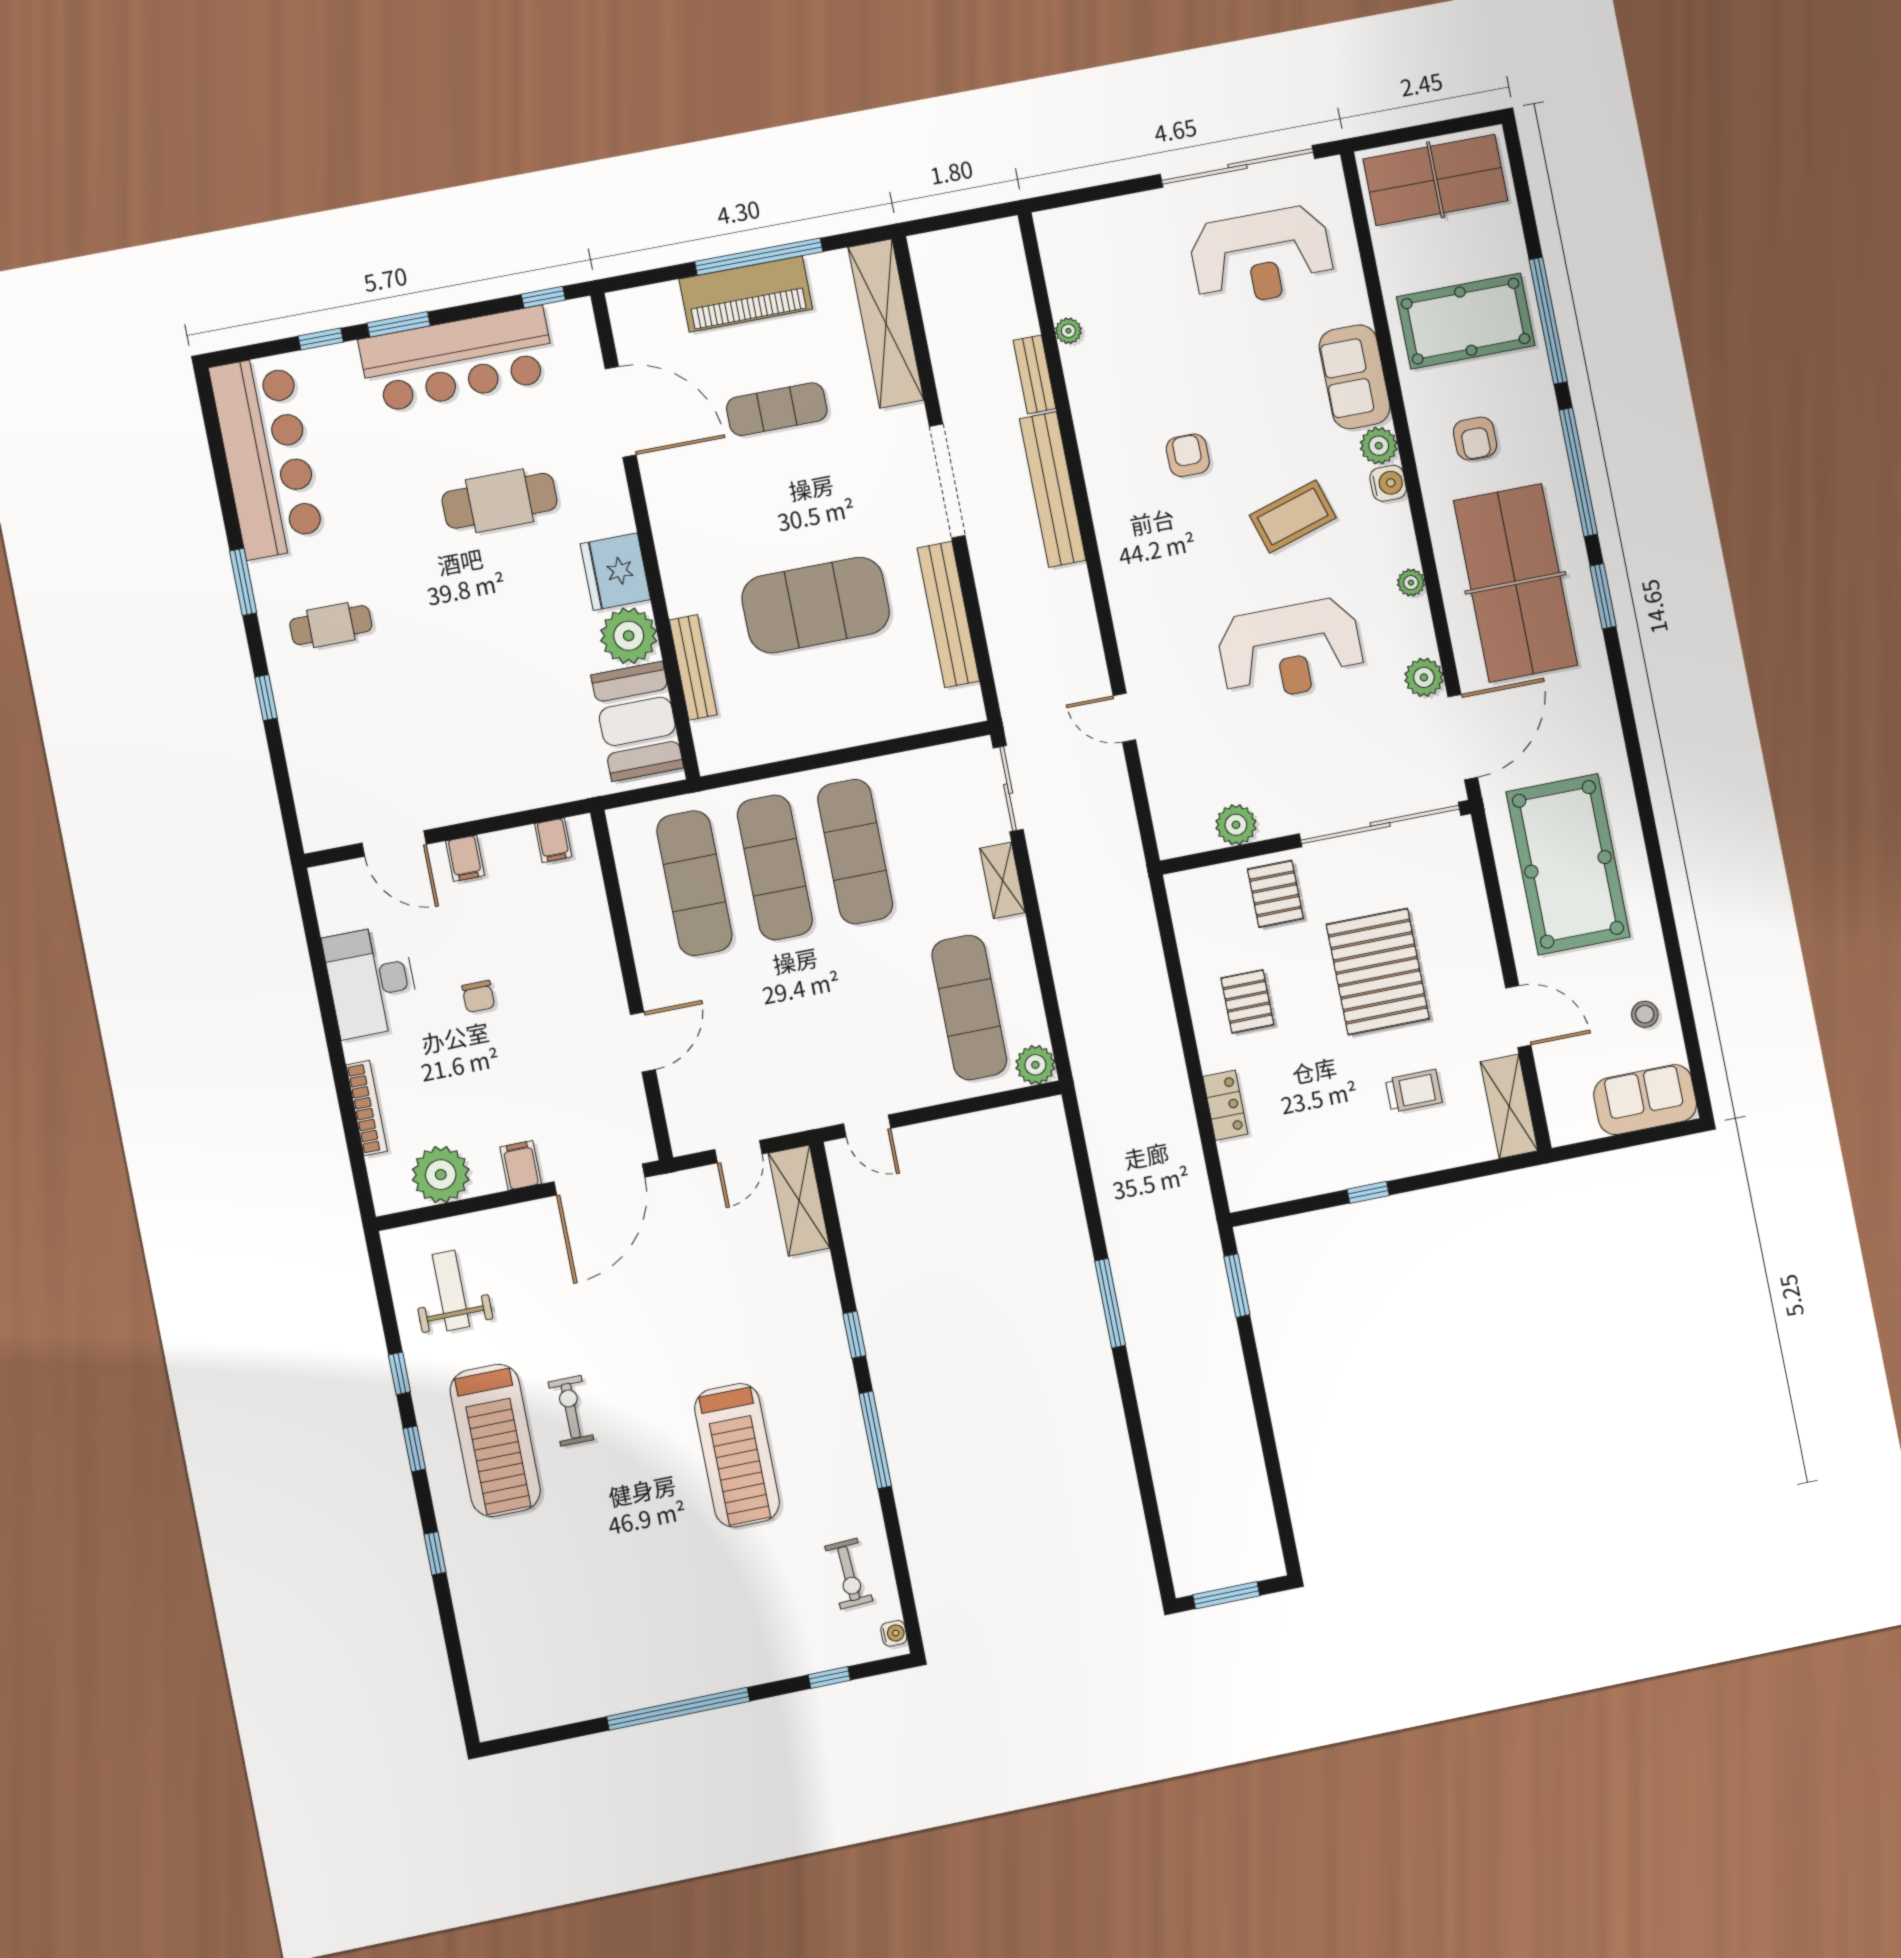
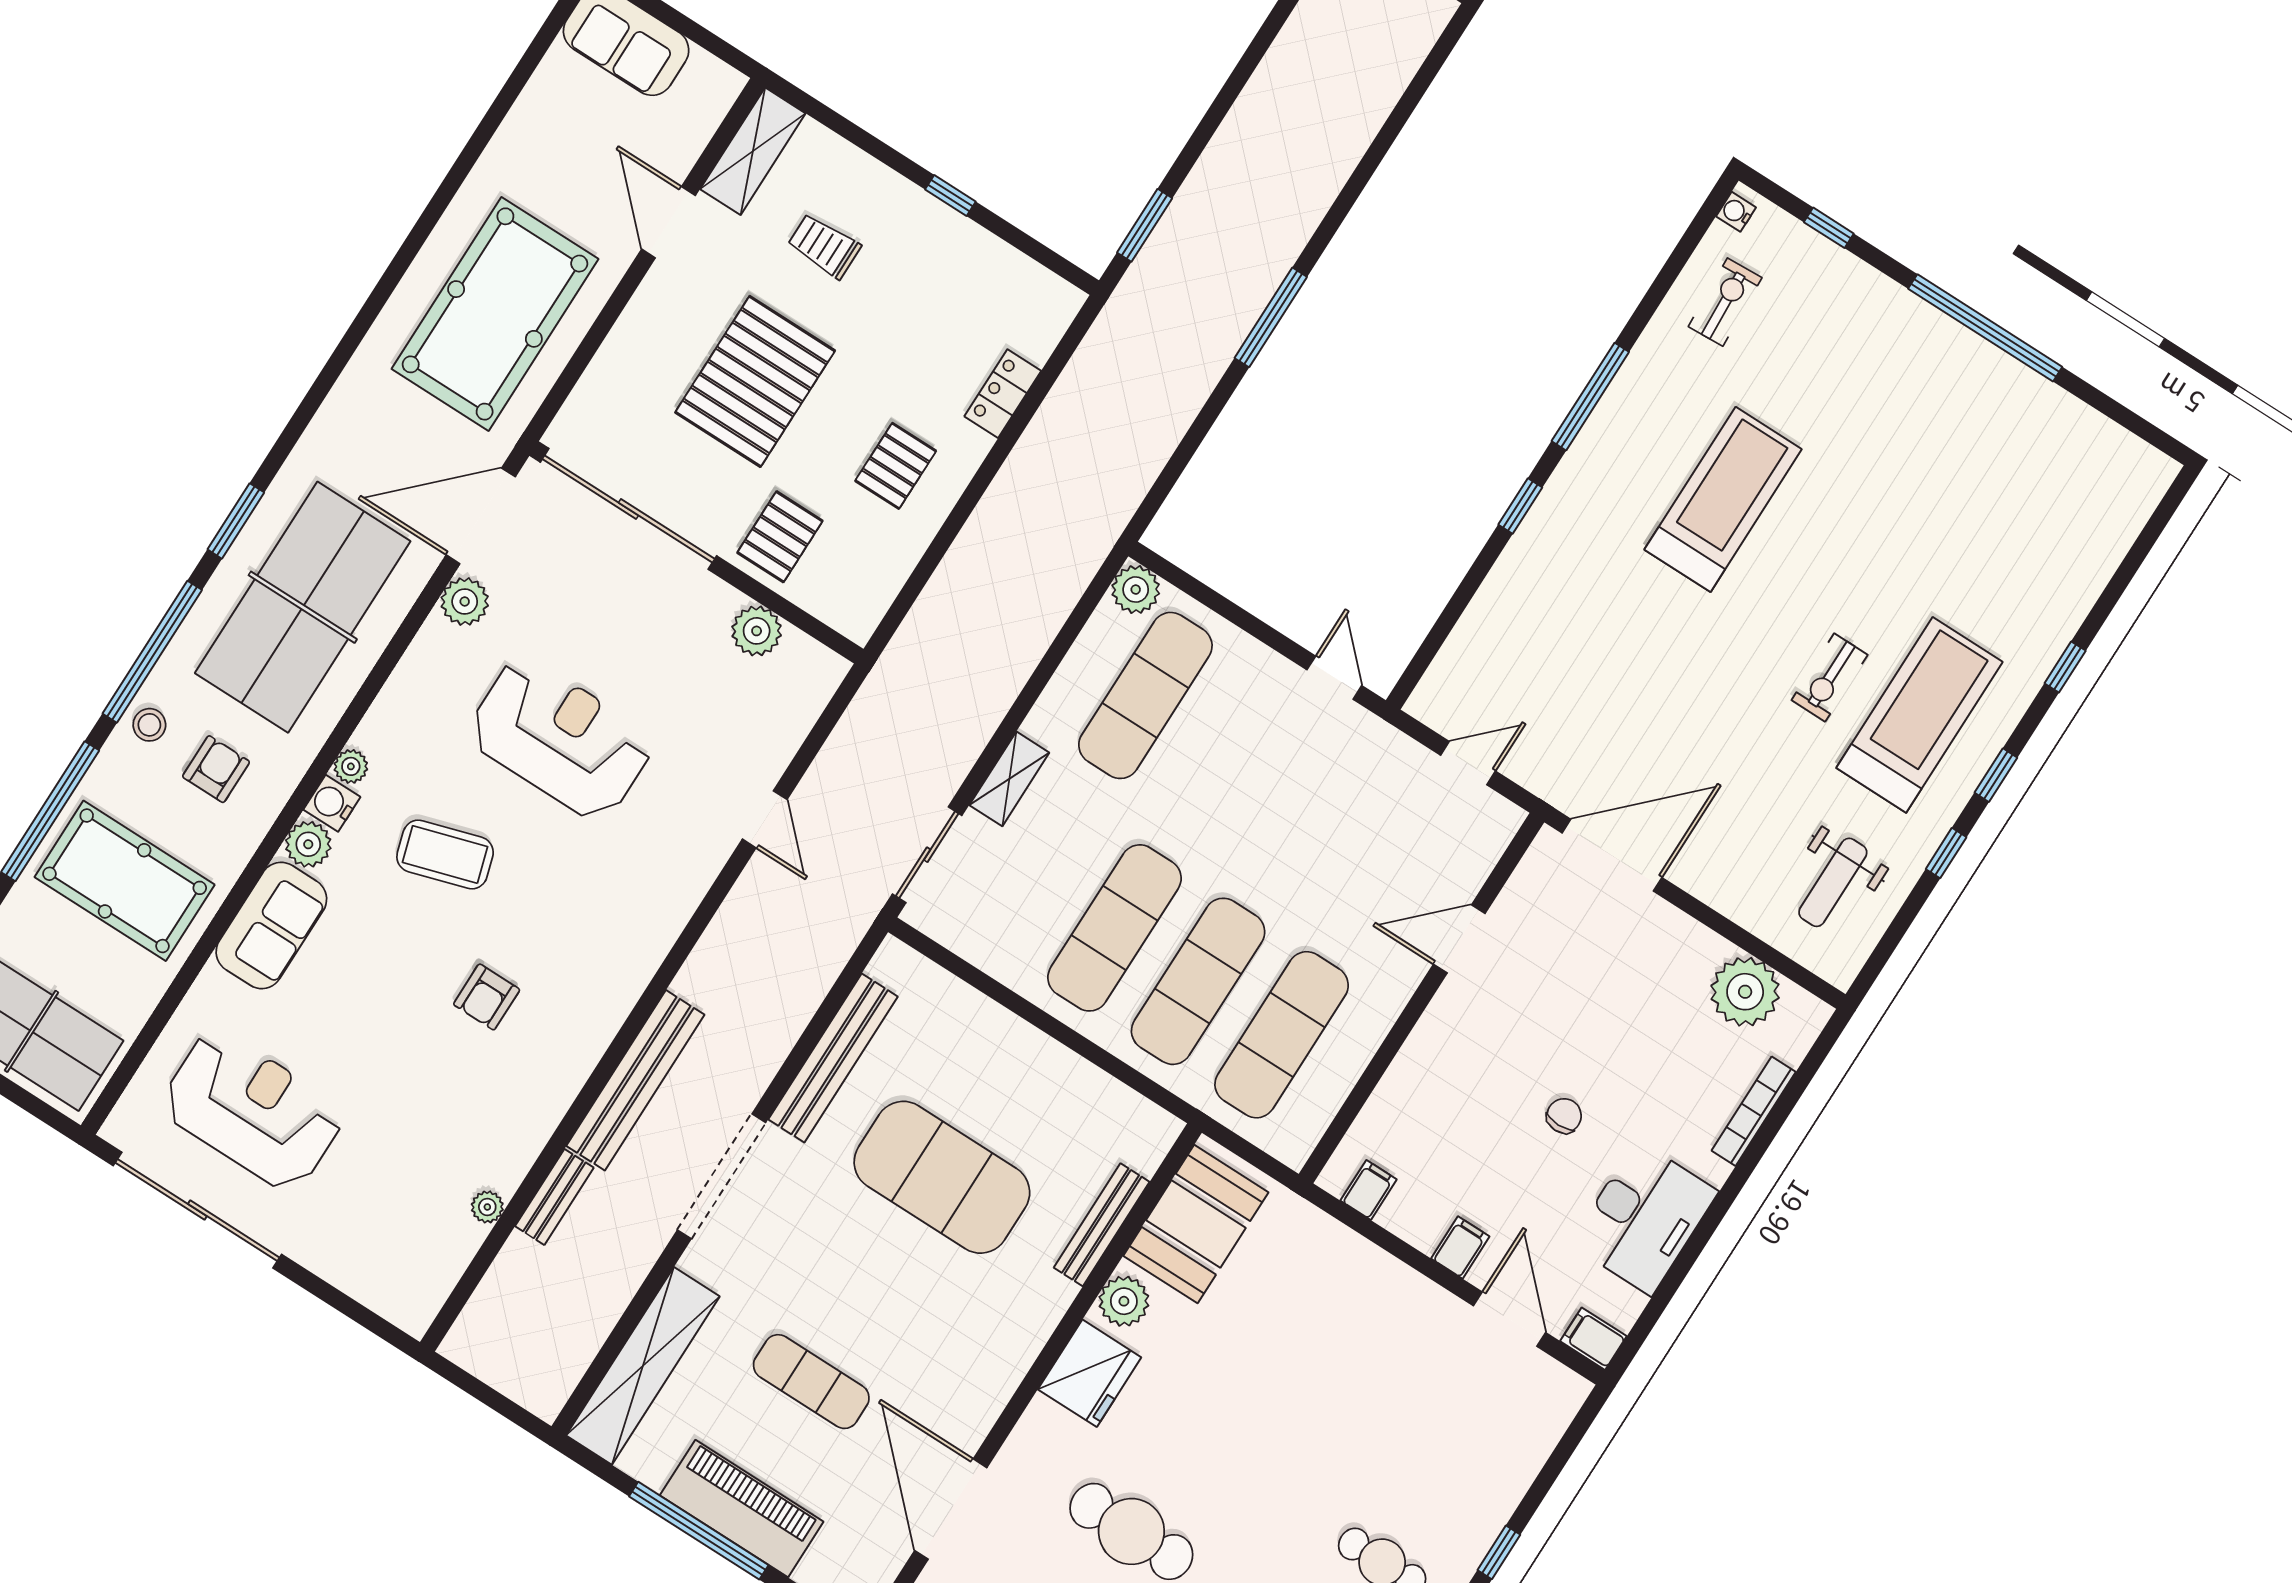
plant: (1411, 583) -> (351, 766), moved
plant: (629, 636) -> (1124, 1301), width x0.73, depth x0.73
stool: (1645, 1014) -> (149, 725), moved
filing cabinet: (521, 1165) -> (1593, 1339), moved, turned 90
shelving: (799, 1201) -> (1456, 670), removed

